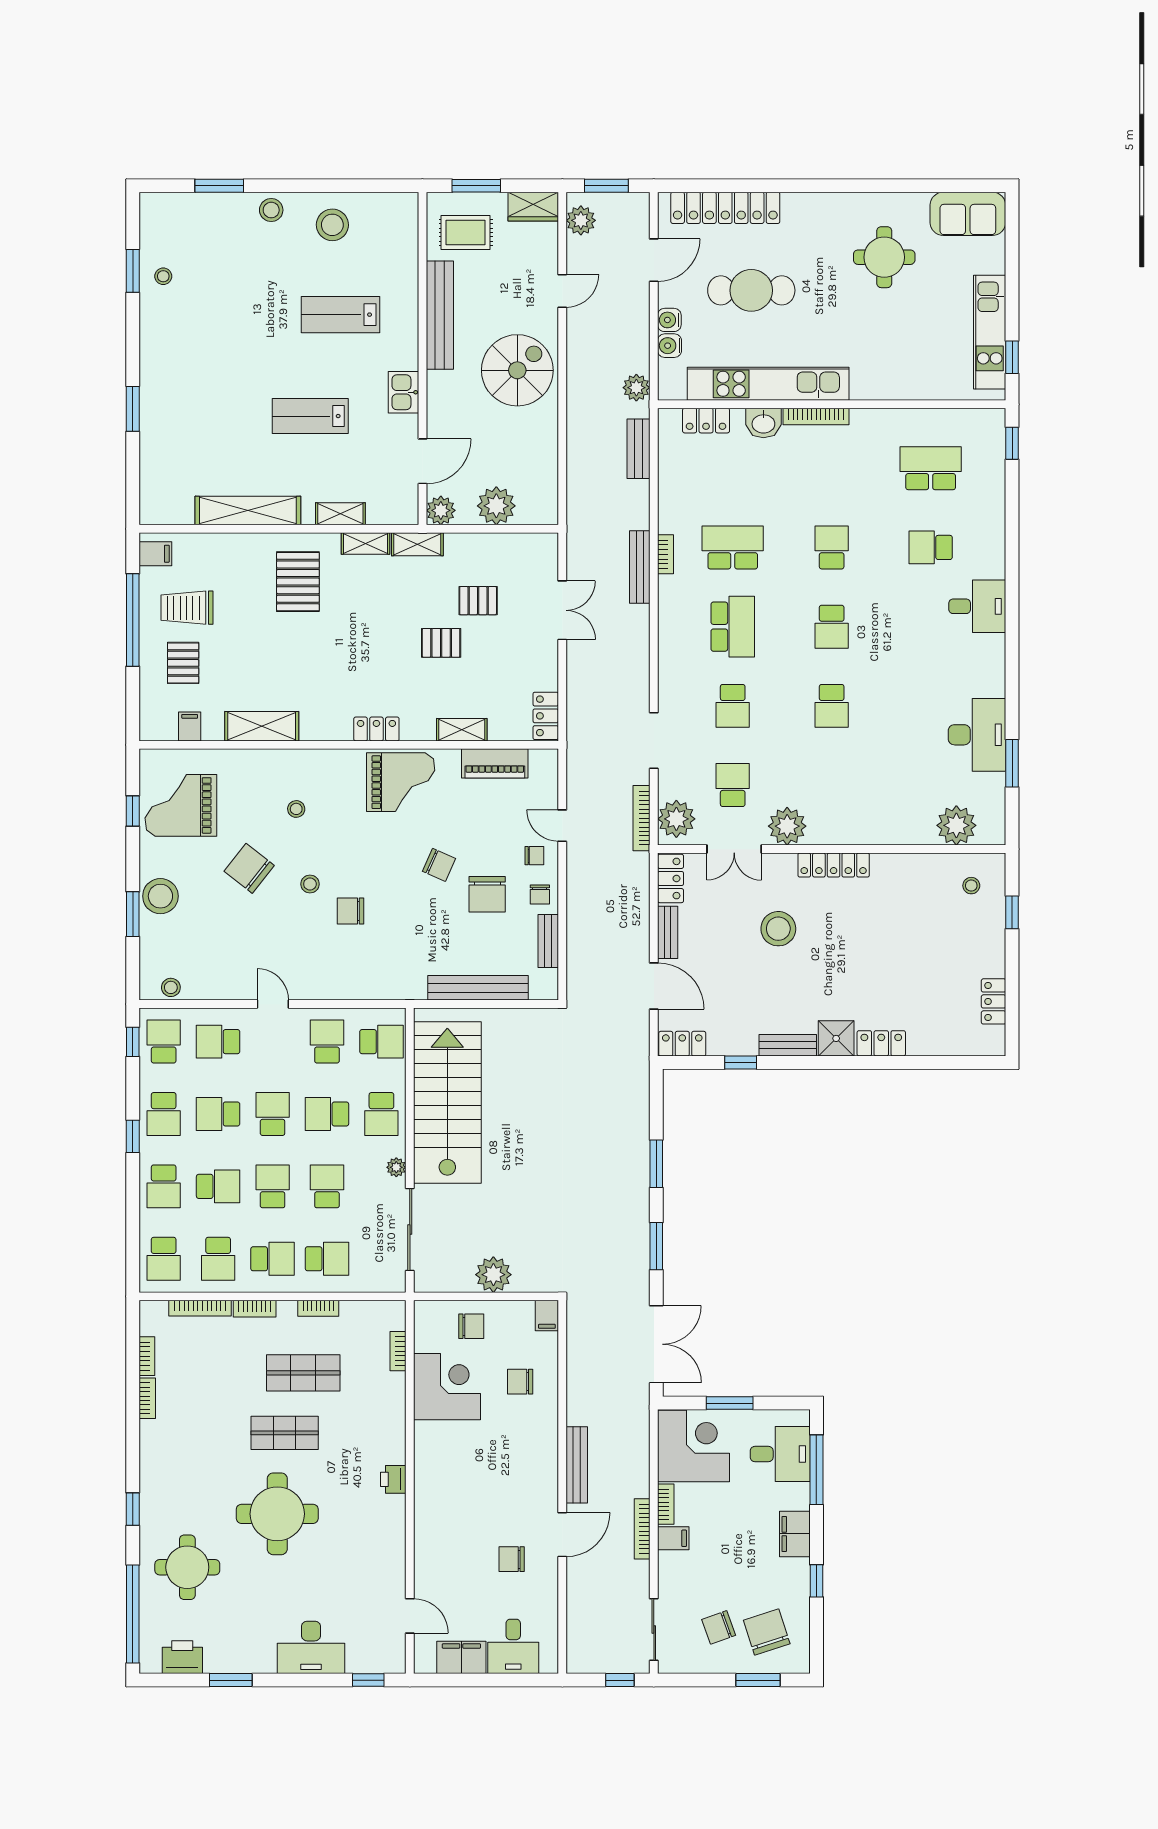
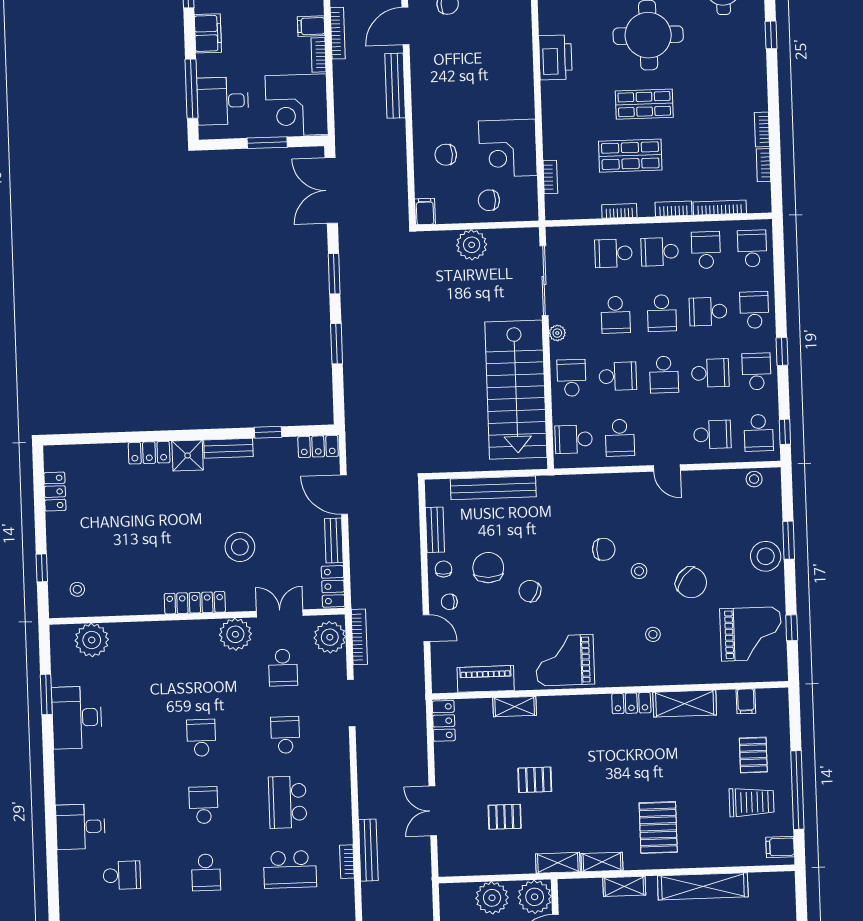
plant: (441, 510) -> (535, 897), width x1.36, depth x1.36
locker: (376, 729) -> (631, 703), moved
chair: (520, 1382) -> (446, 155), turned 180
printer: (393, 1479) -> (555, 57), width x1.87, depth x1.48

